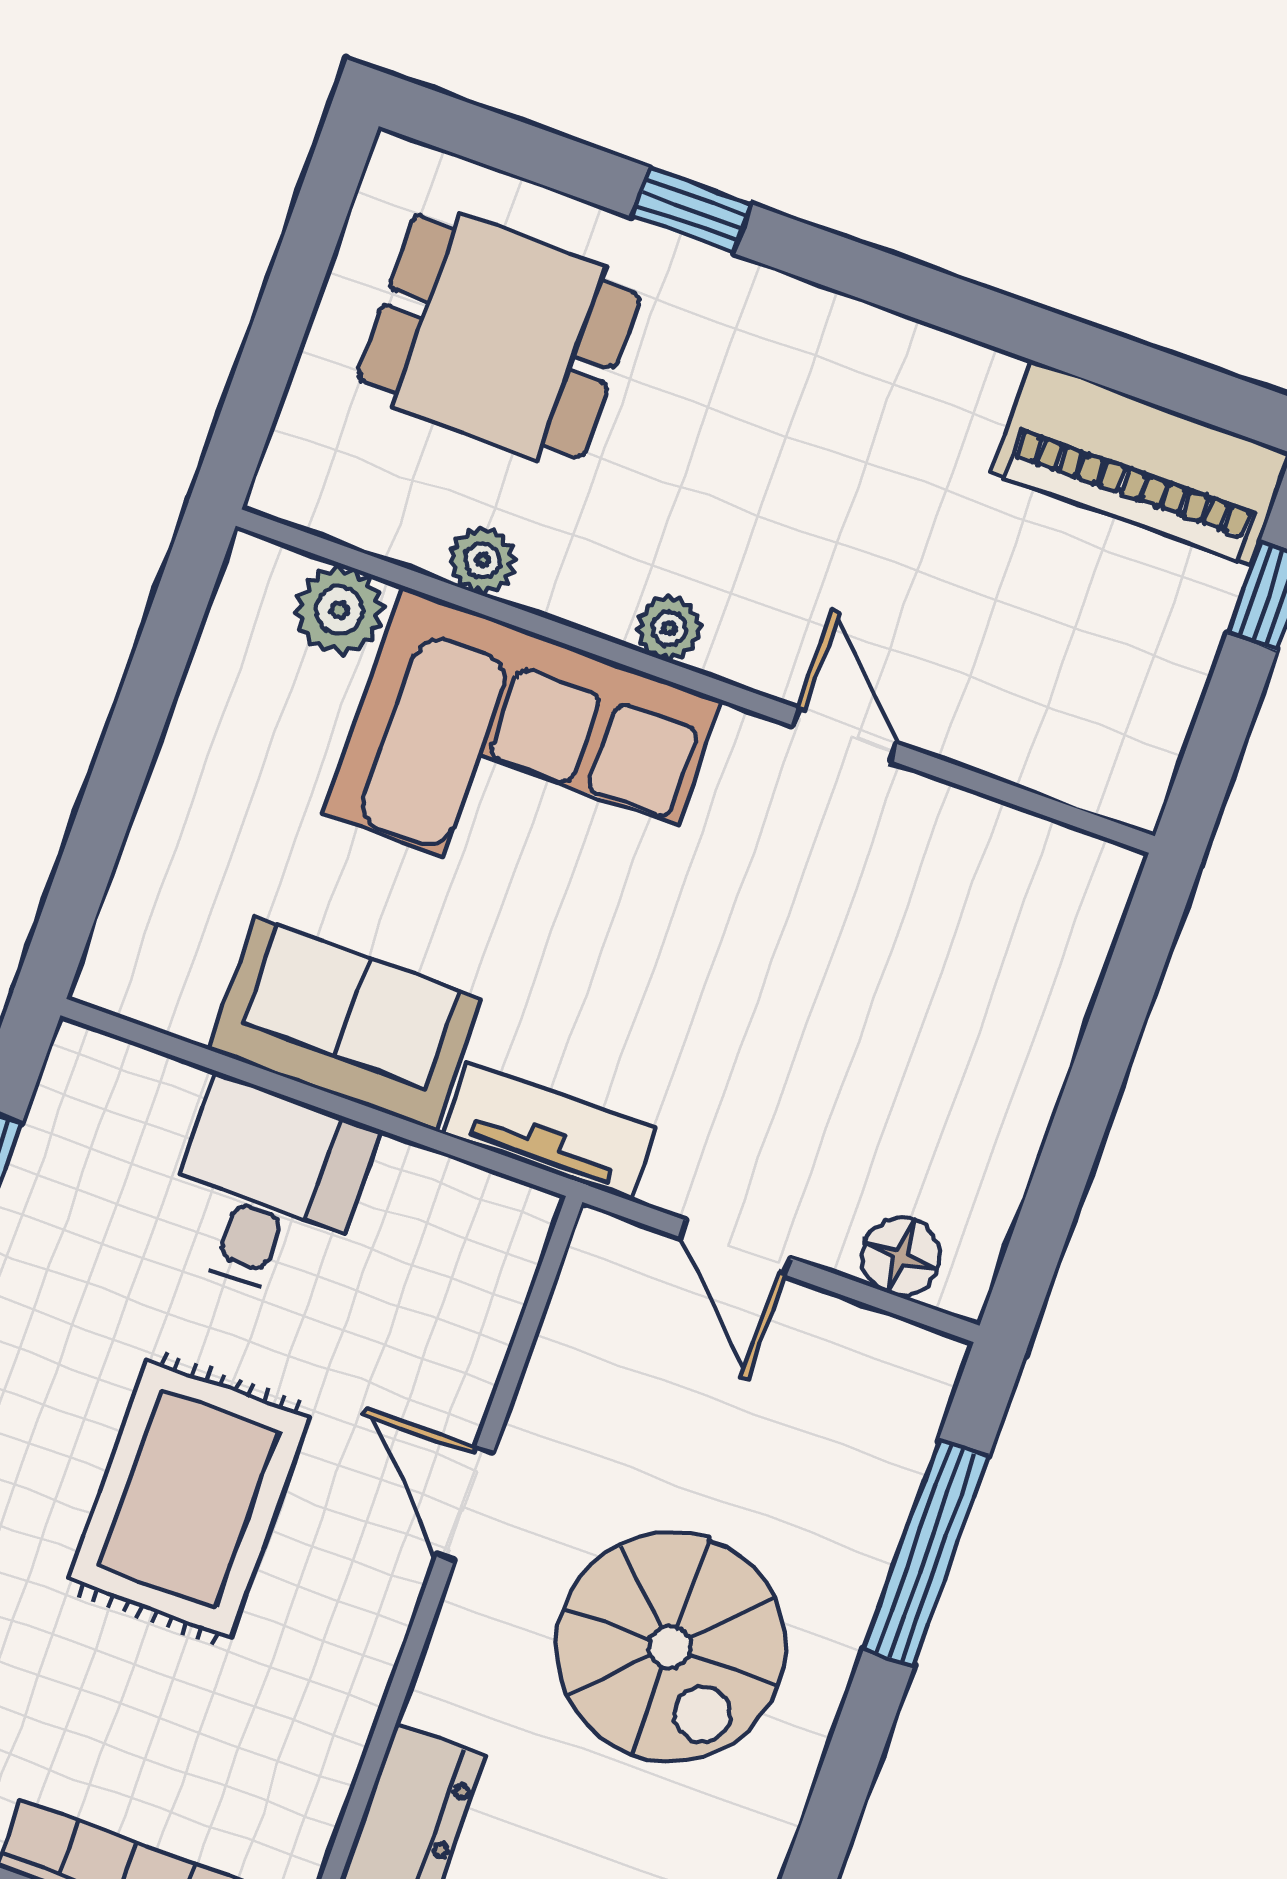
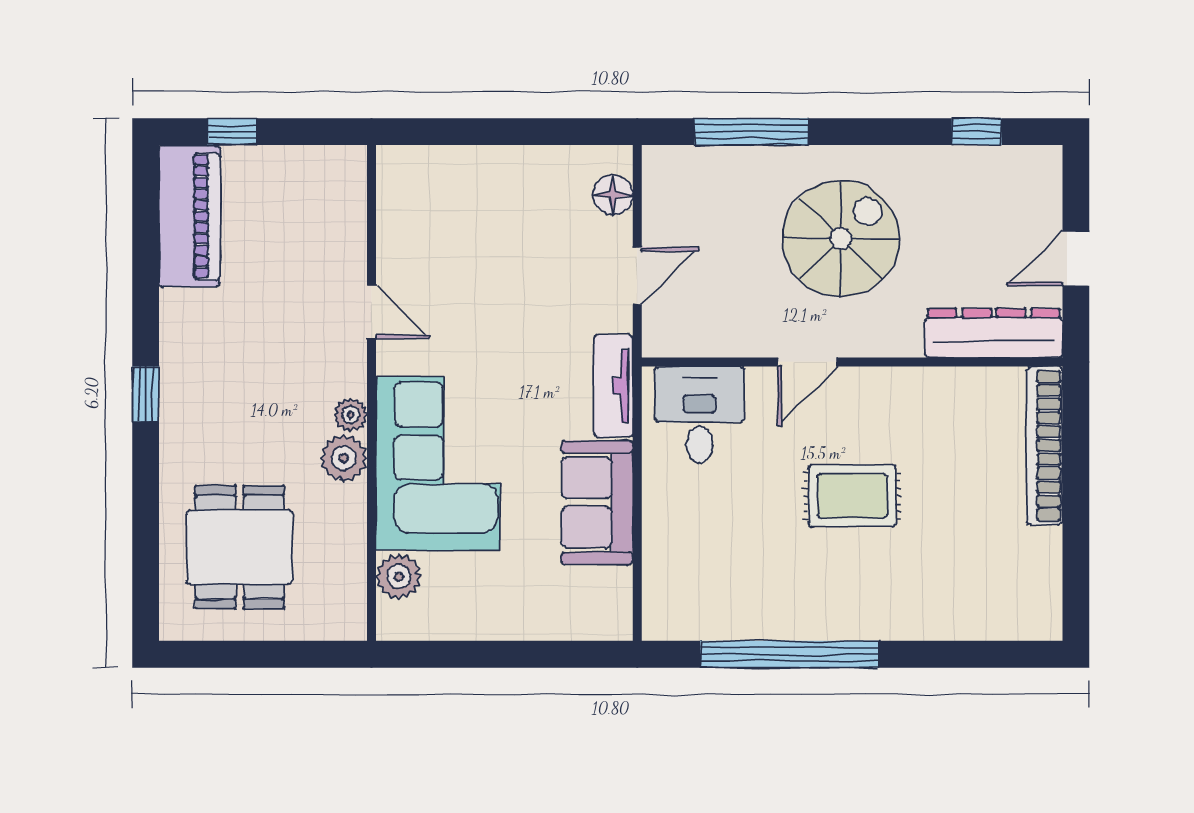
window: (692, 210) -> (146, 394), moved
plant: (483, 560) -> (344, 458), moved, width x1.38, depth x1.38
door: (844, 734) -> (372, 312), swing flipped
desk: (268, 1189) -> (700, 415), moved, turned 90
rug: (189, 1498) -> (852, 496), width x0.73, depth x0.70

